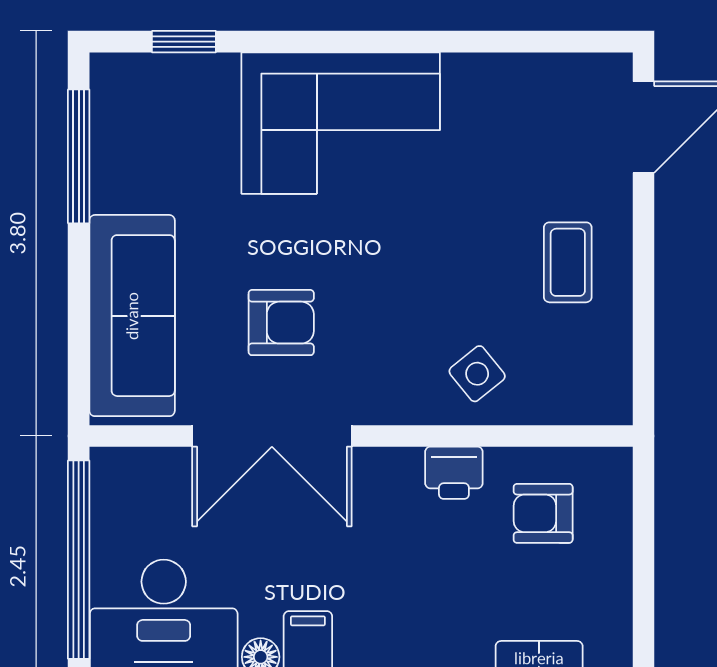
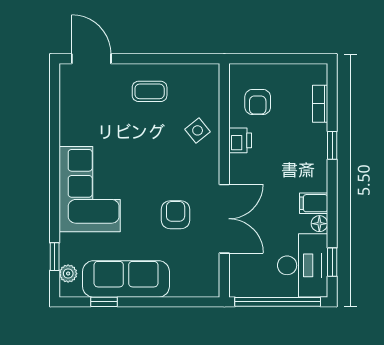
plant: (145, 73) -> (68, 274), added
window: (79, 156) -> (104, 302), width x0.46
sofa: (132, 316) -> (126, 279), moved

